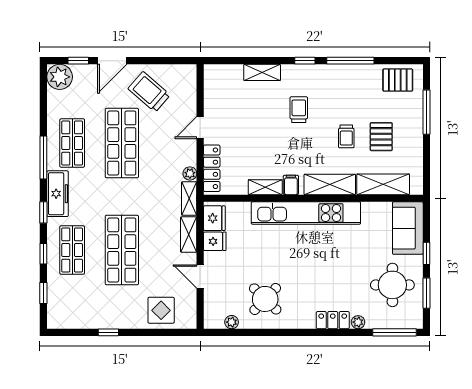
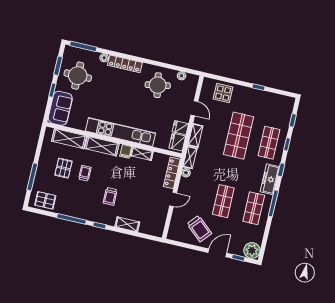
shop shelf: (122, 143) -> (223, 201), width x0.70, depth x0.74
round table: (265, 299) -> (158, 85), turned 36
locker: (333, 320) -> (125, 64), width x1.53

